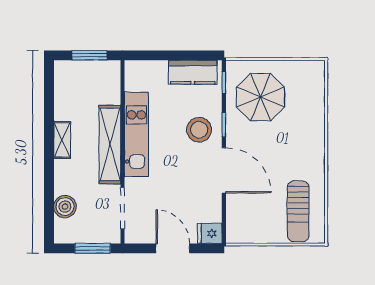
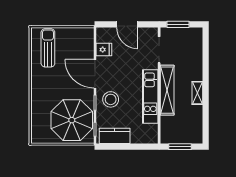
parasol: (260, 97) -> (72, 120), width x1.36, depth x1.36
boiler: (65, 207) -> (196, 51), removed
fridge: (210, 233) -> (104, 50), moved

